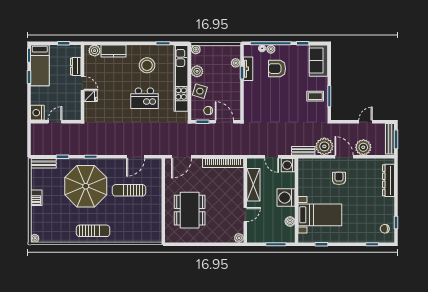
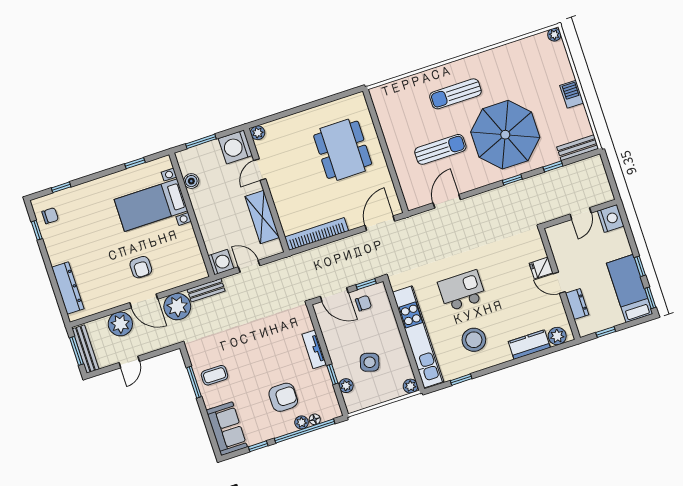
tv unit: (248, 69) -> (314, 349), moved
plant: (197, 71) -> (398, 355), removed
side table: (200, 91) -> (370, 362), moved
washing machine: (286, 198) -> (235, 147), moved, turned 180
sun lounger: (93, 231) -> (456, 94), moved

